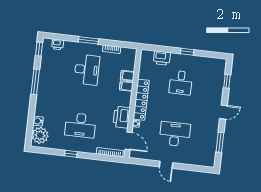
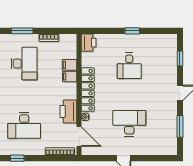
printer: (162, 58) -> (89, 43), moved, turned -90

